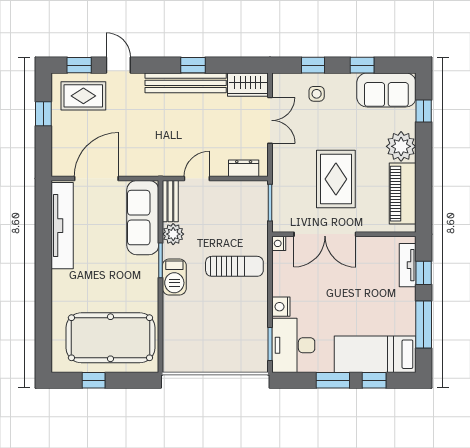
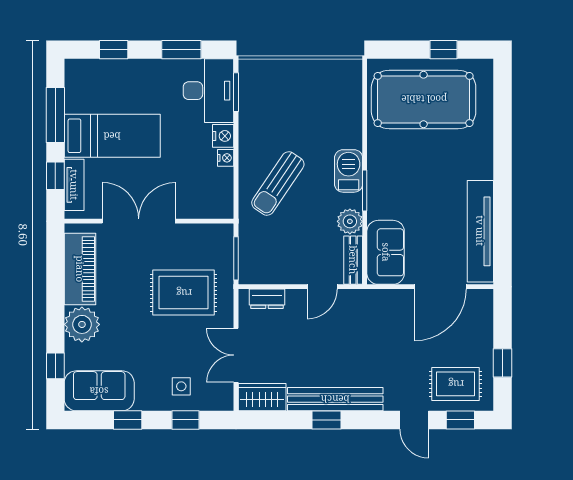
rug: (336, 179) -> (184, 293), moved, turned 90
sofa: (143, 218) -> (386, 252), width x0.73
double door: (325, 234) -> (139, 221), moved
nightstand: (279, 243) -> (226, 158), moved
sun lounger: (234, 266) -> (278, 183), turned -56
bed: (375, 354) -> (112, 136), moved
window: (333, 380) -> (181, 50), moved

